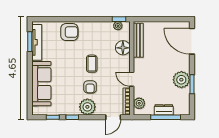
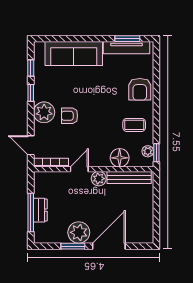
door: (192, 41) -> (109, 246), moved
coffee table: (92, 64) -> (134, 125), moved
plant: (139, 103) -> (99, 179), moved

